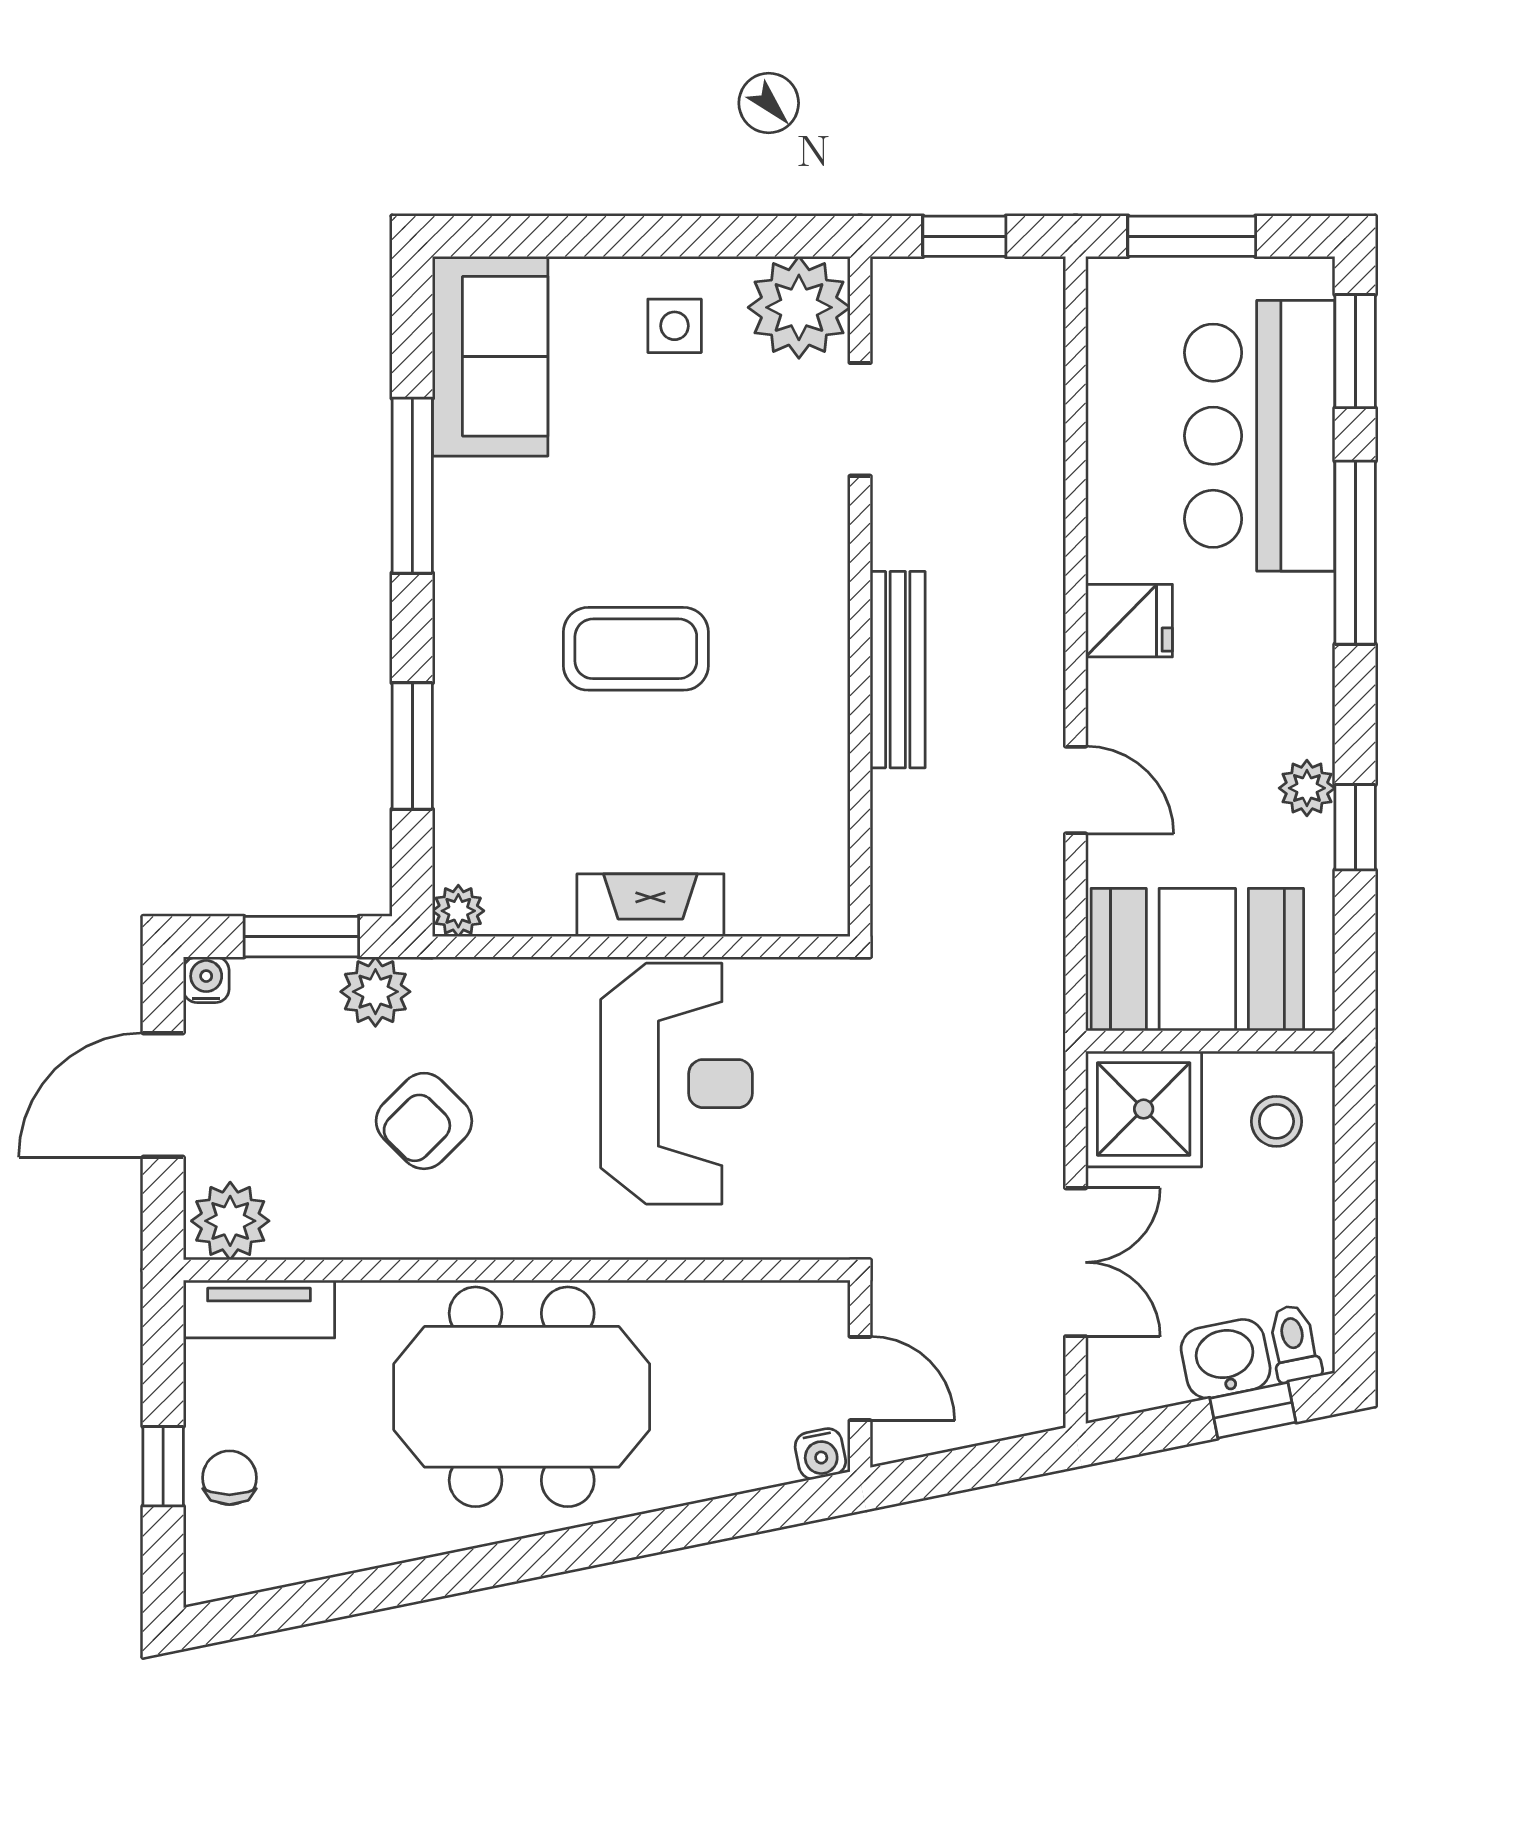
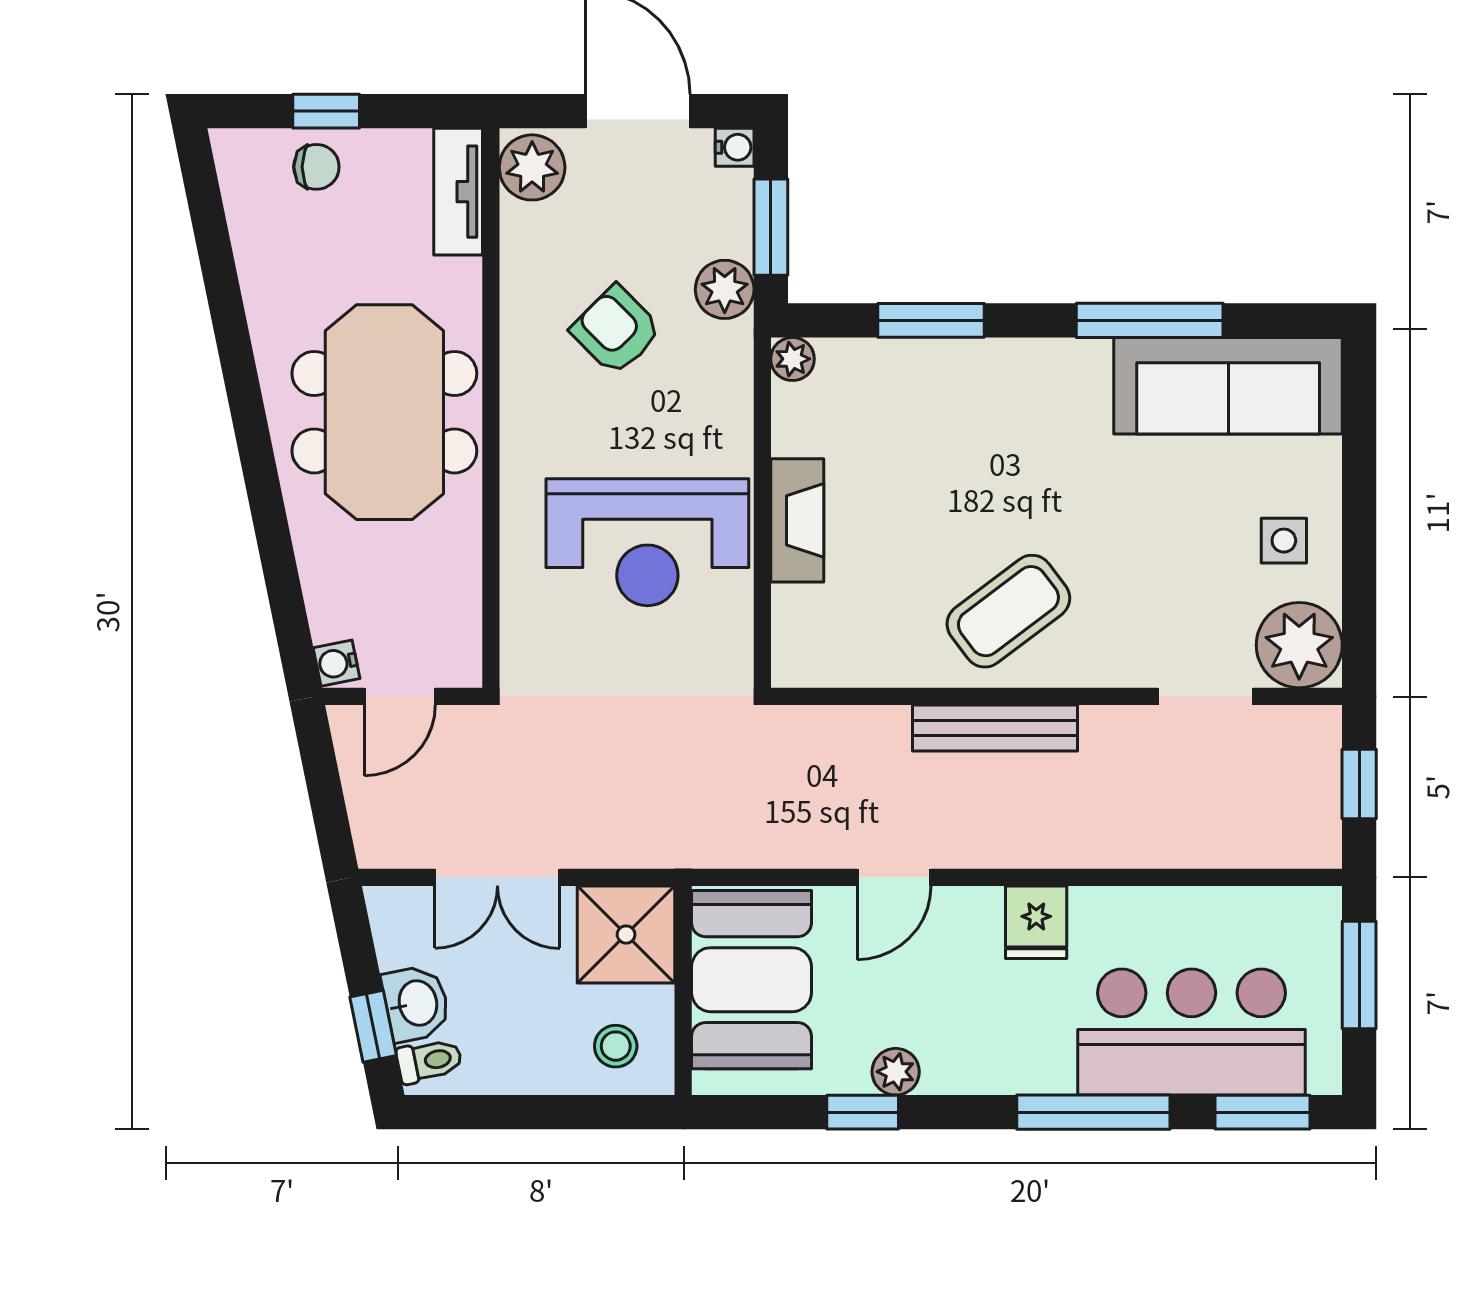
sofa: (490, 356) -> (1228, 386), width x1.36
coffee table: (636, 649) -> (1008, 611), moved, turned 53

